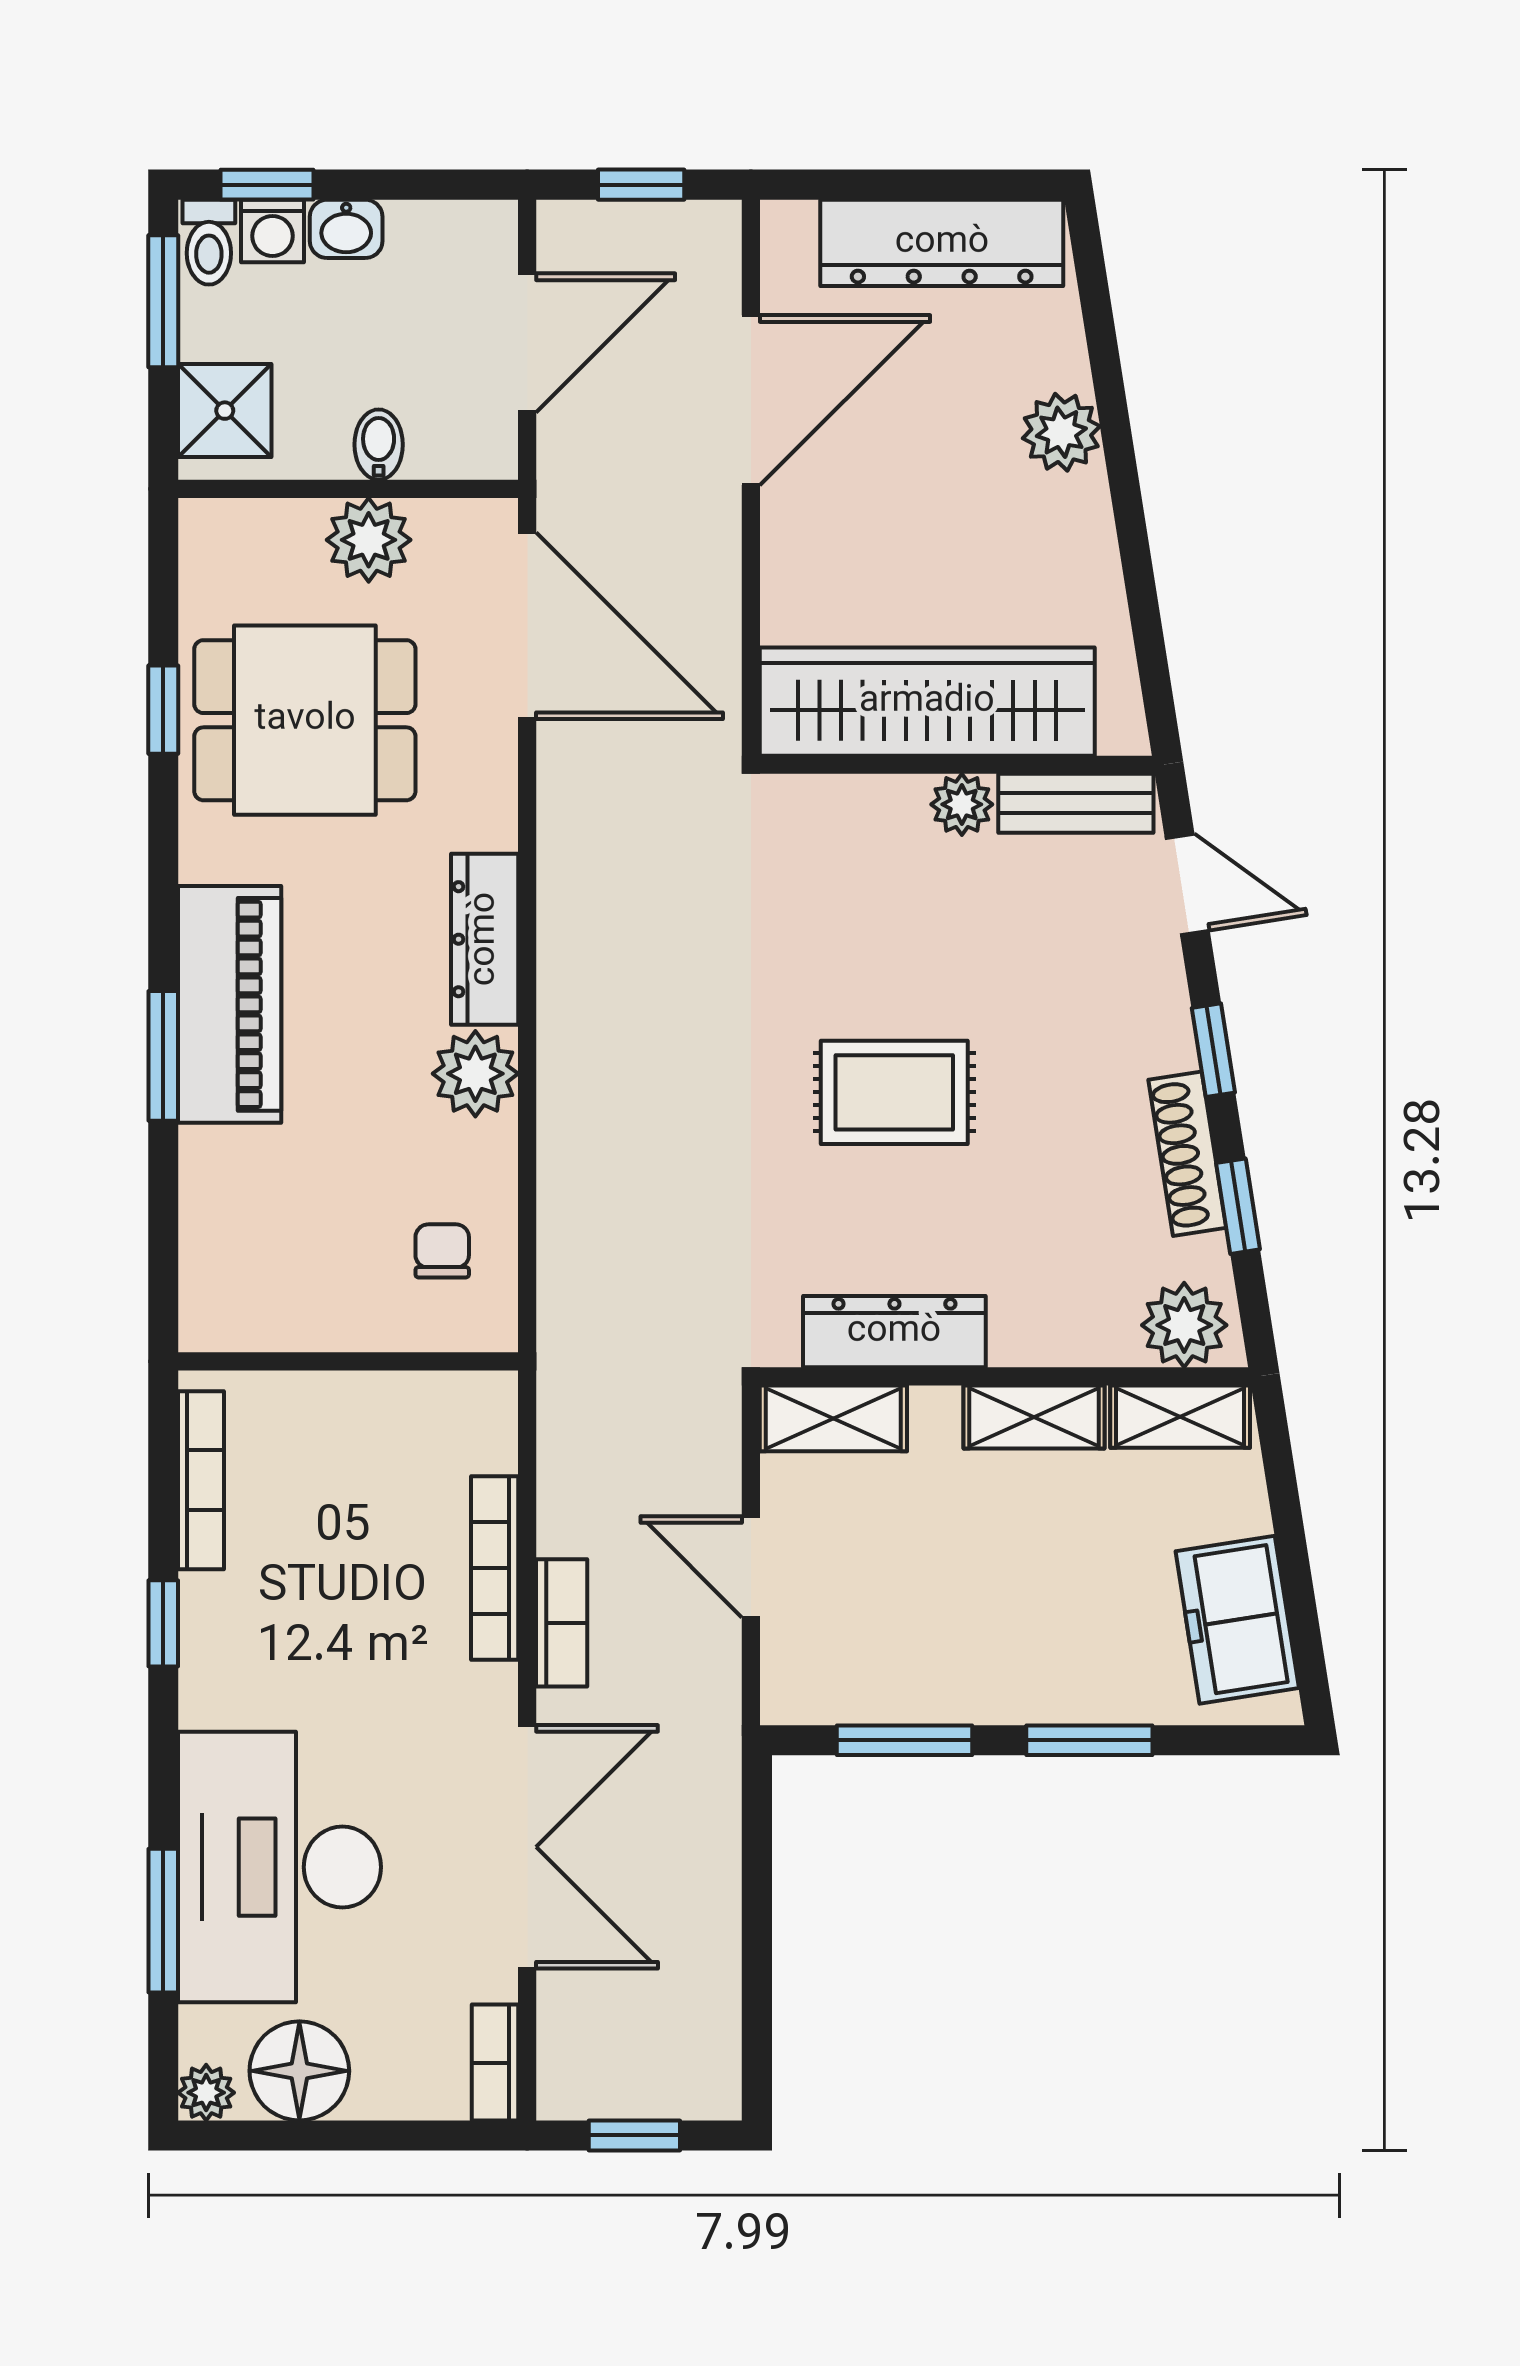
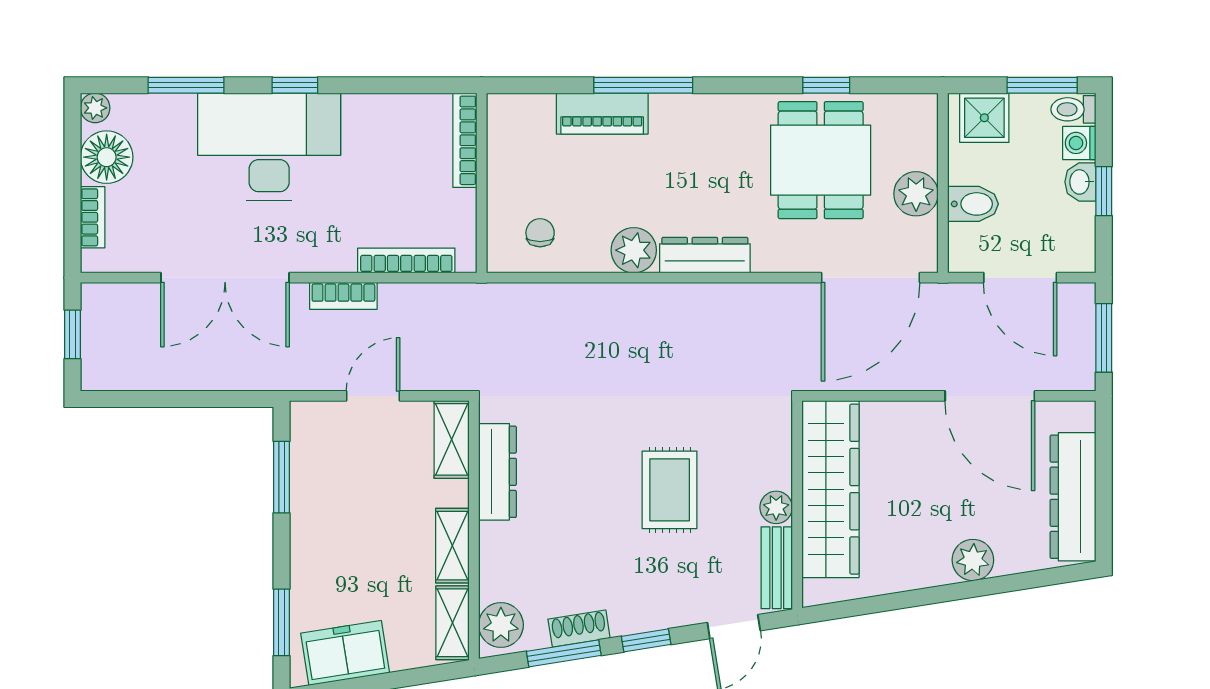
window: (267, 185) -> (1104, 191), moved
window: (641, 185) -> (1104, 338), width x1.50
bidet: (379, 445) -> (973, 204), width x1.38, depth x1.36
piano: (230, 1004) -> (602, 114), moved, width x0.73, depth x0.75
window: (163, 1056) -> (643, 85), width x1.44
rug: (894, 1092) -> (670, 490), moved
shoe rack: (1187, 1154) -> (579, 629), width x0.70
window: (1238, 1206) -> (564, 653), width x1.50
chair: (442, 1251) -> (540, 233), turned -90
bookcase: (201, 1480) -> (465, 140), moved, turned 90
bookcase: (495, 1568) -> (406, 260), moved
window: (163, 1623) -> (295, 85), moved
window: (1089, 1740) -> (281, 622), moved
desk: (280, 1867) -> (269, 147), moved
bookcase: (495, 2063) -> (93, 217), moved, turned 90

